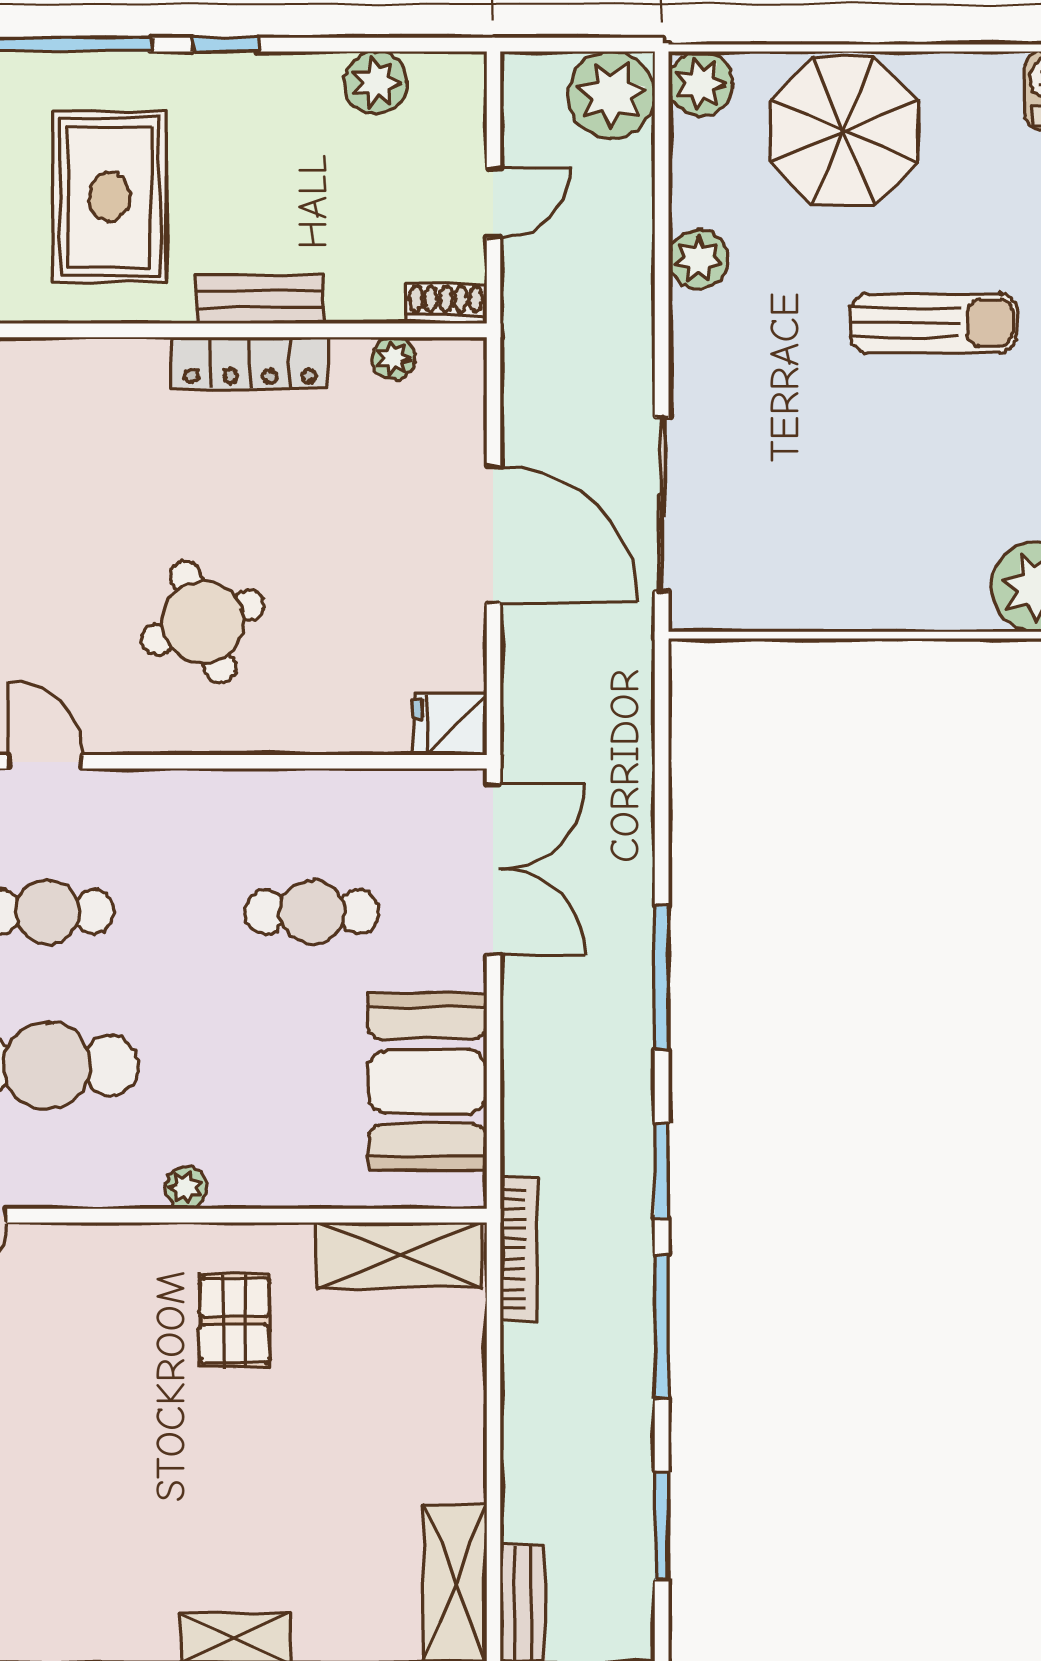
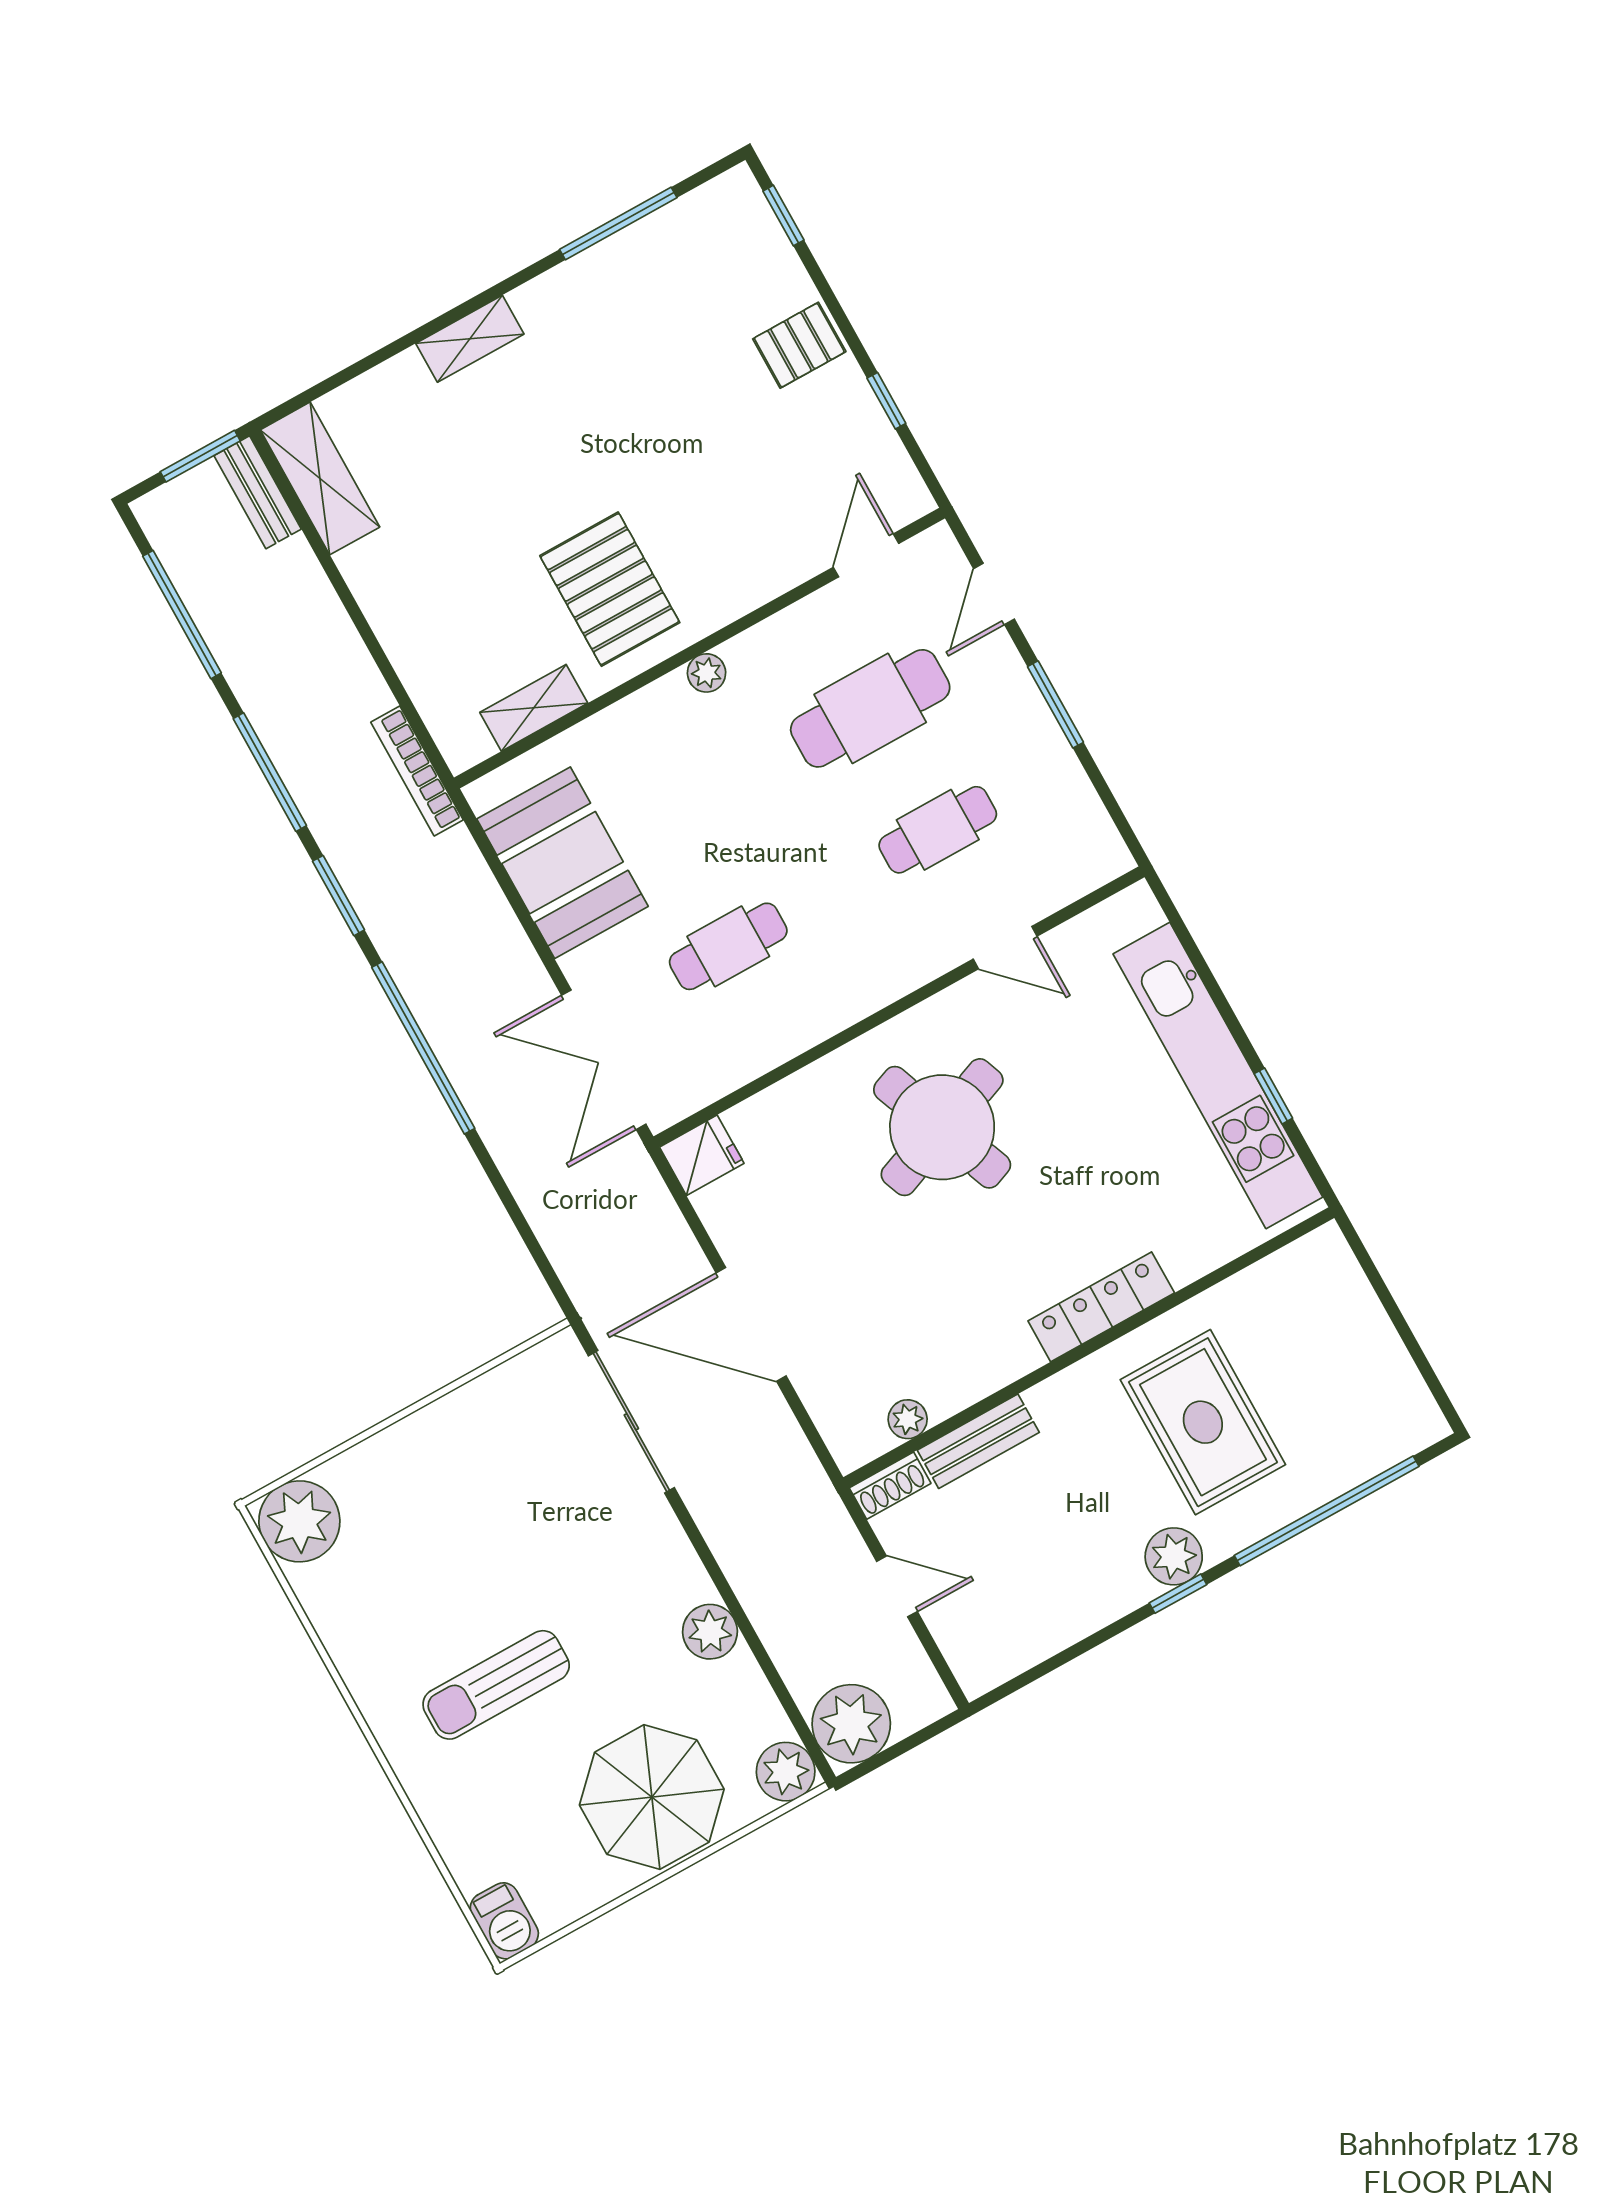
plant: (376, 83) -> (1174, 1556), moved
door: (493, 203) -> (897, 1586), swing flipped
bench: (259, 299) -> (978, 1441), moved
locker: (250, 363) -> (1101, 1307), moved
round table: (203, 622) -> (942, 1127), width x1.36, depth x1.36
window: (662, 978) -> (423, 1048), width x1.46
shelving: (399, 1255) -> (534, 708), width x0.67, depth x0.75
pallet: (235, 1321) -> (610, 589), width x1.50, depth x1.42
window: (662, 1526) -> (182, 615), width x1.44

